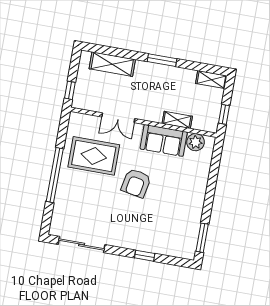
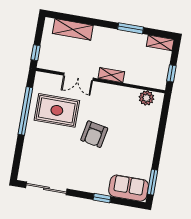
window: (162, 60) -> (131, 28), moved
shelving: (177, 120) -> (111, 75), moved
sofa: (164, 140) -> (129, 188), moved, turned 180
window: (55, 175) -> (25, 111), moved

